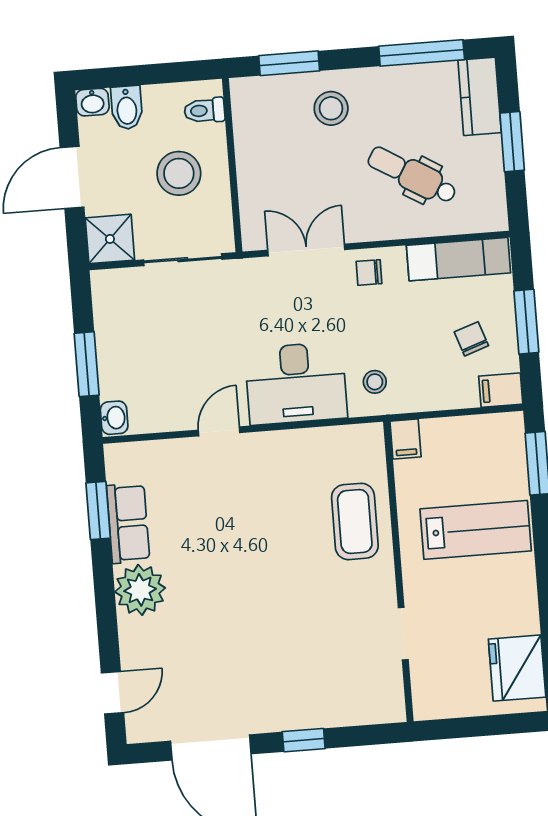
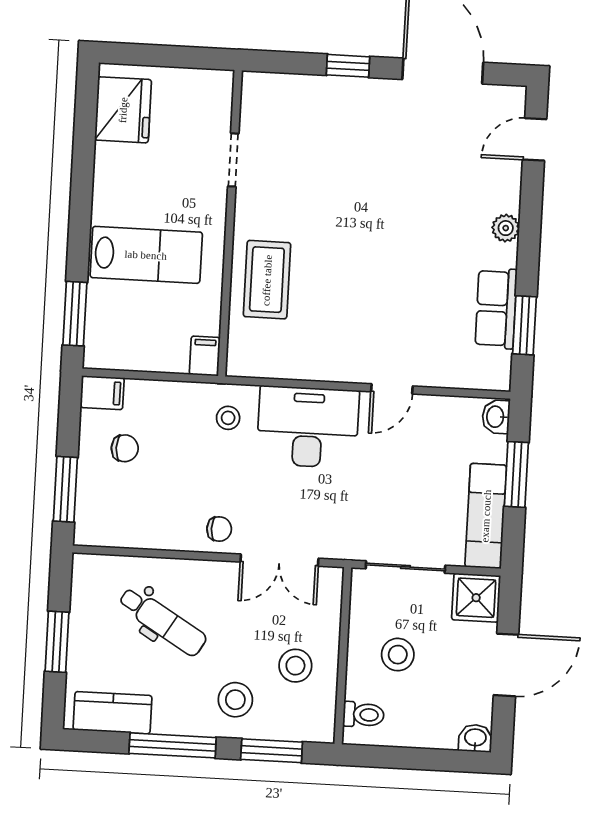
window: (422, 53) -> (173, 745), moved
kitchen counter: (480, 96) -> (113, 713), moved, turned -90
bidet: (127, 108) -> (442, 728), removed
stool: (277, 149) -> (295, 666), added
stool: (179, 173) -> (398, 655), width x0.73, depth x0.73
exam couch: (459, 259) -> (486, 516), moved, turned -90
window: (526, 322) -> (65, 489), moved
chair: (471, 339) -> (125, 448), turned -71
lab bench: (476, 530) -> (146, 255), turned 180
plant: (140, 590) -> (506, 228), width x0.53, depth x0.53

